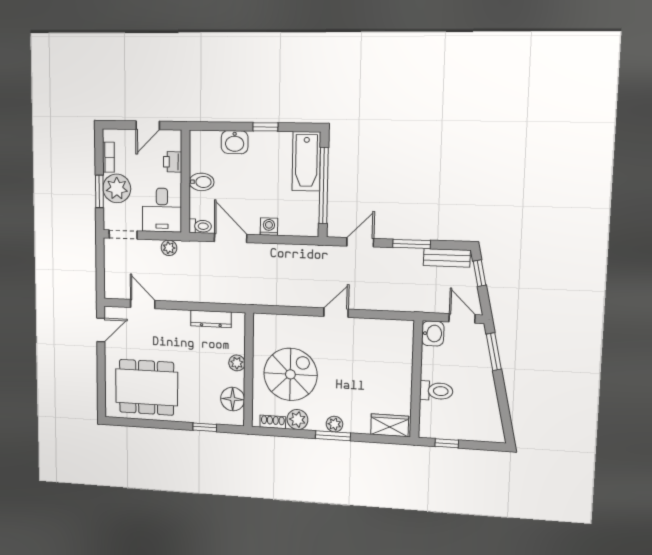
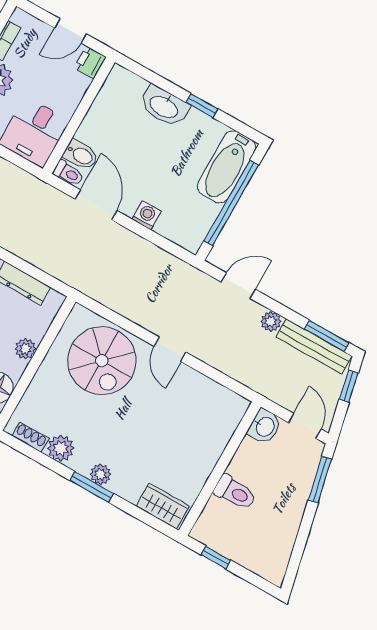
washbasin: (235, 142) -> (164, 106), width x1.38
printer: (173, 162) -> (90, 62), moved
bidet: (201, 182) -> (81, 155), moved
window: (412, 244) -> (327, 336), moved
plant: (169, 248) -> (271, 321), moved
bench: (447, 258) -> (314, 346), width x1.36
door: (336, 313) -> (170, 349), swing flipped
spiral stairs: (290, 374) -> (102, 361), moved, turned 90

